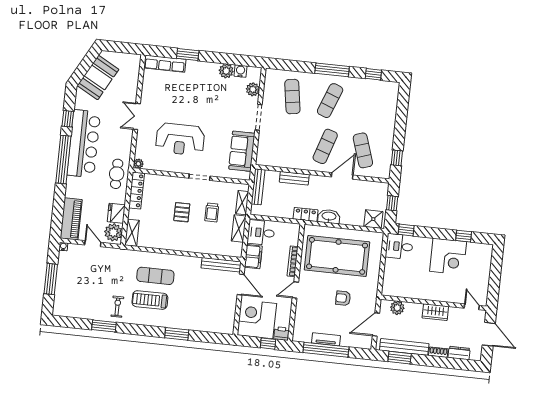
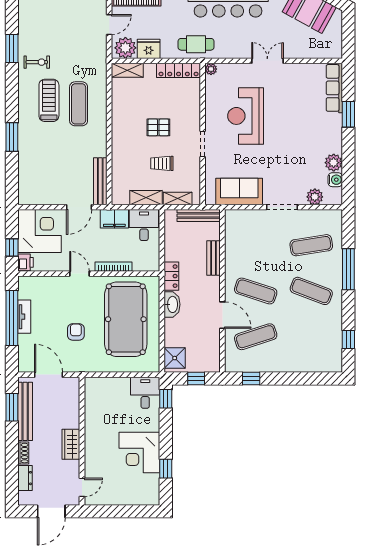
window: (332, 70) -> (348, 269), moved
plant: (397, 308) -> (71, 398), removed

